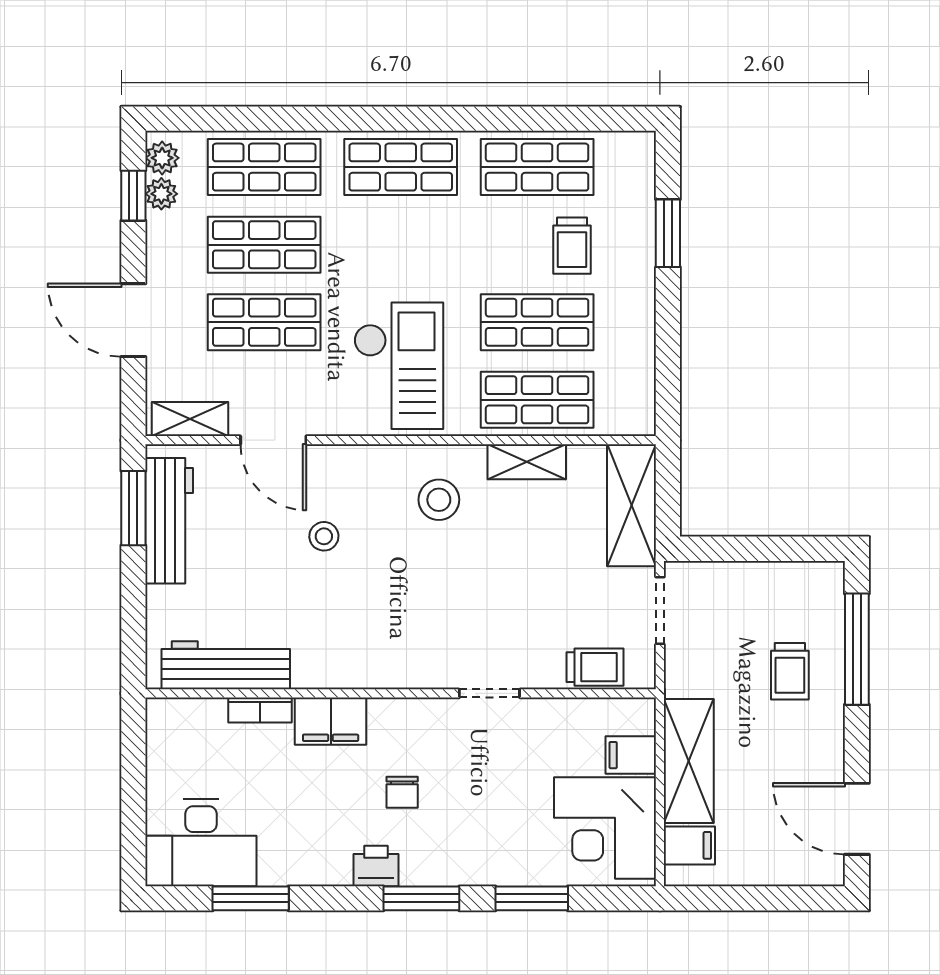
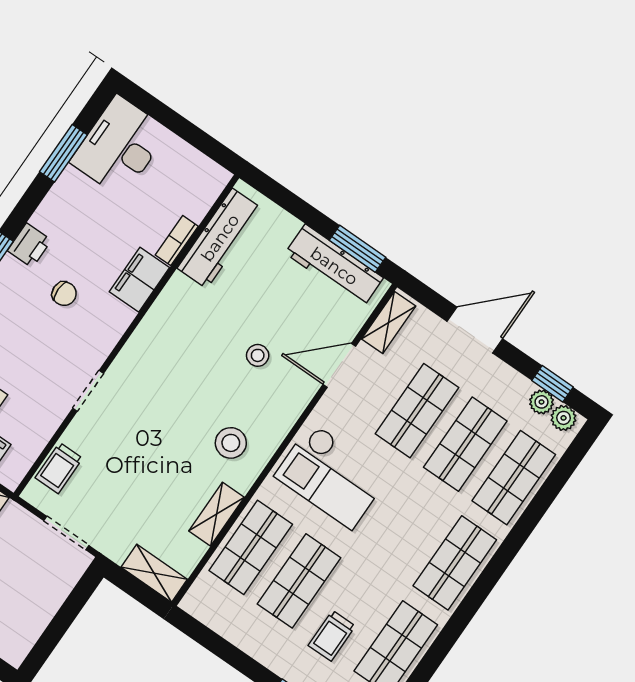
trolley: (572, 246) -> (332, 636), turned -90
shelving: (631, 505) -> (154, 573), width x0.67, depth x0.75
chair: (402, 792) -> (64, 294), turned 180

